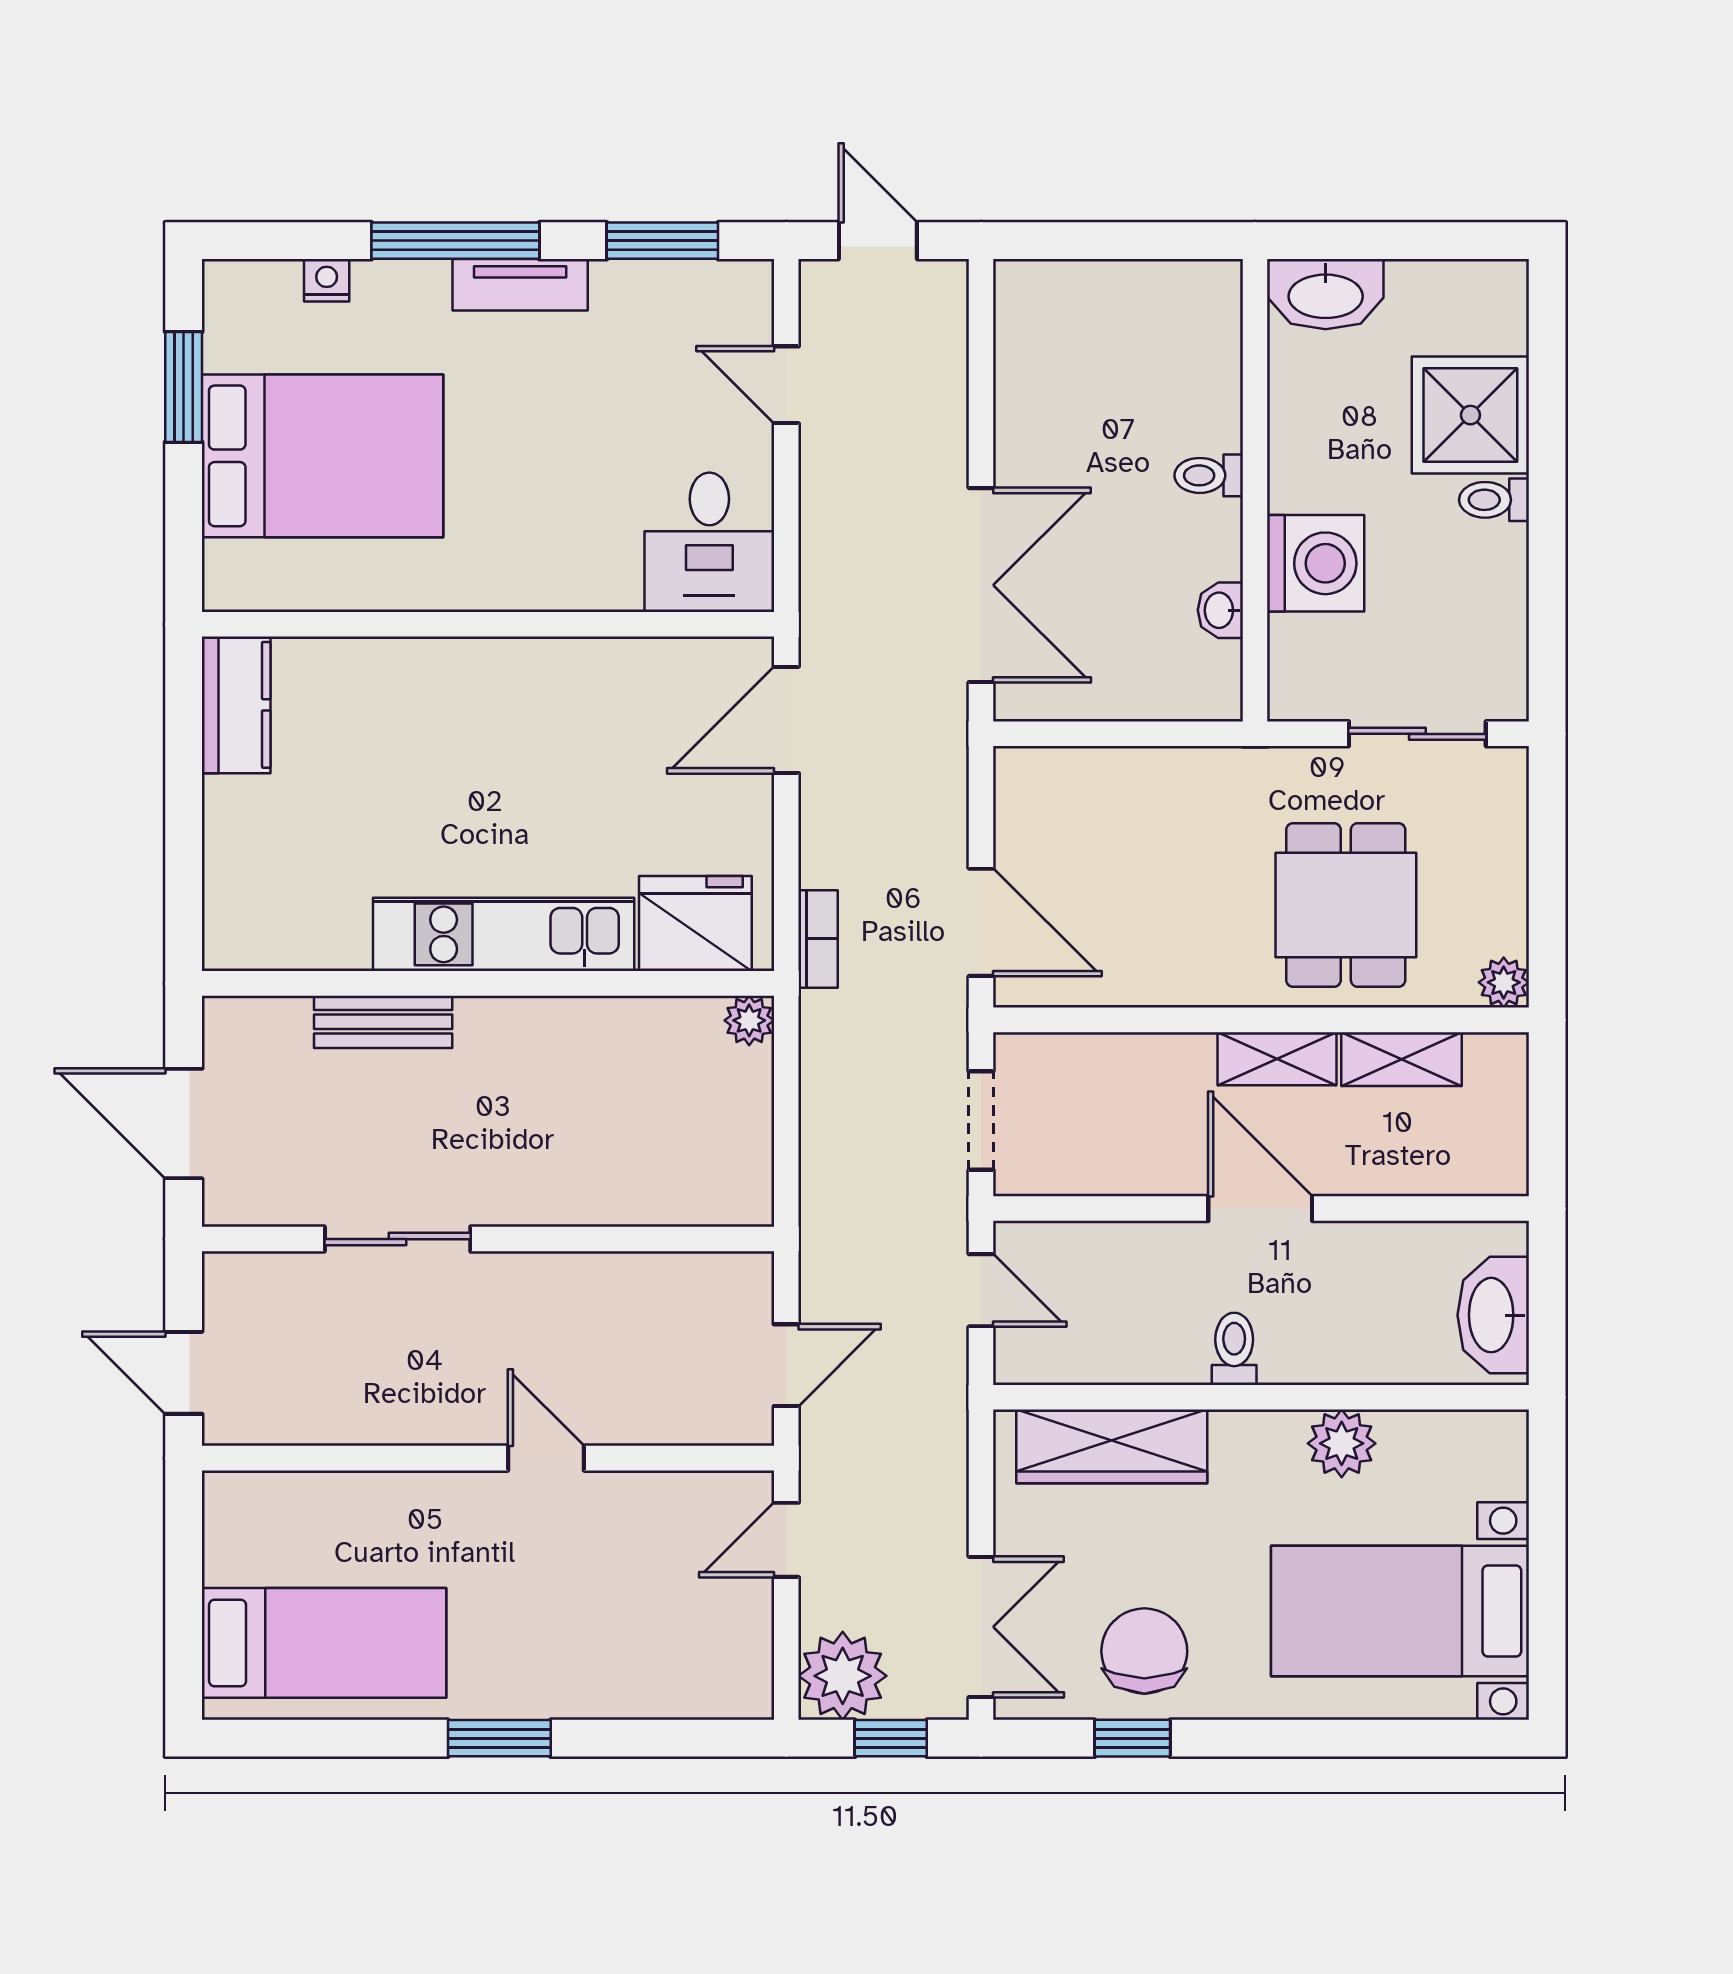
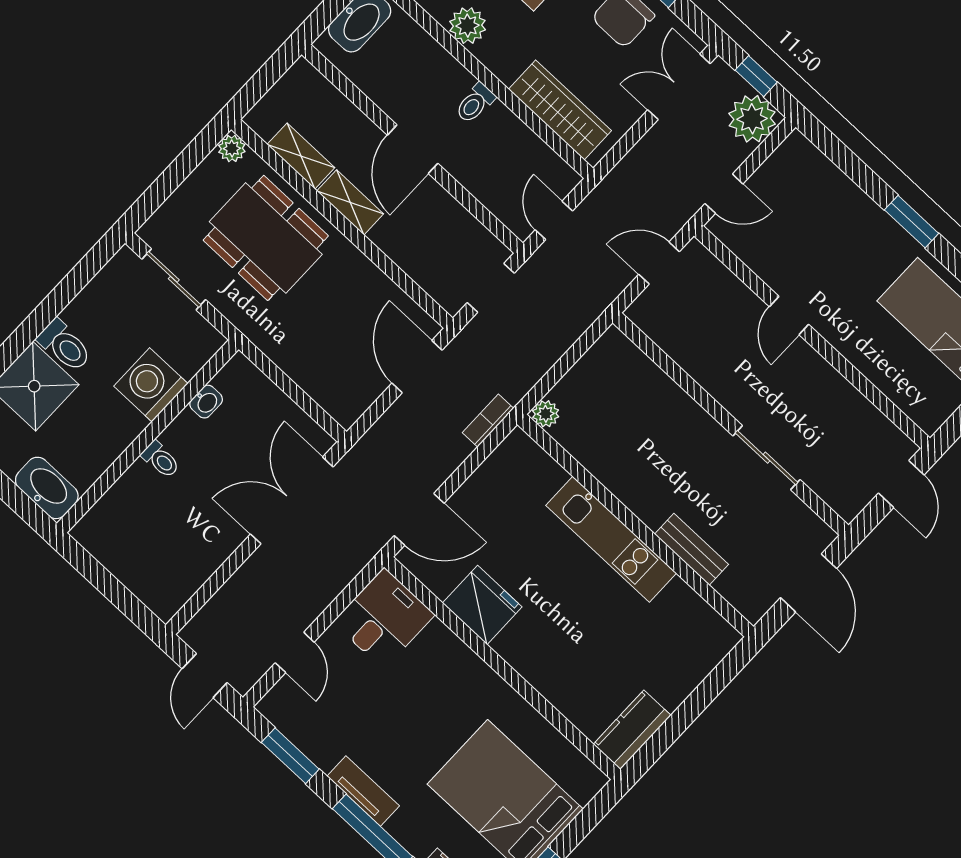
toilet: (1494, 500) -> (65, 346), width x1.37, depth x1.39
dining table: (1346, 905) -> (266, 238), width x1.38
fridge: (695, 924) -> (482, 605), moved, turned 180

